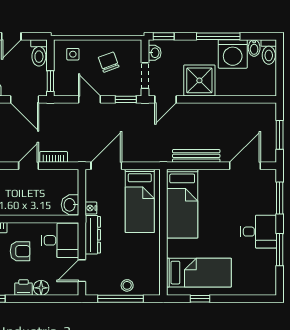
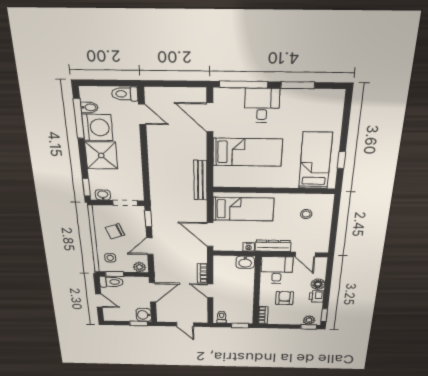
window: (218, 36) -> (79, 119), moved
toilet: (269, 52) -> (125, 94), moved, turned 180
shower: (199, 80) -> (101, 155), moved
window: (50, 81) -> (115, 274), moved
plant: (61, 86) -> (139, 267), added
door: (166, 99) -> (142, 114), moved
window: (280, 135) -> (177, 84), removed
bench: (196, 156) -> (200, 180), moved
window: (280, 198) -> (243, 85), width x1.44
bed: (182, 204) -> (247, 152), moved
desk: (258, 232) -> (262, 105), moved
stool: (127, 285) -> (306, 214), moved
window: (120, 299) -> (334, 226), removed

